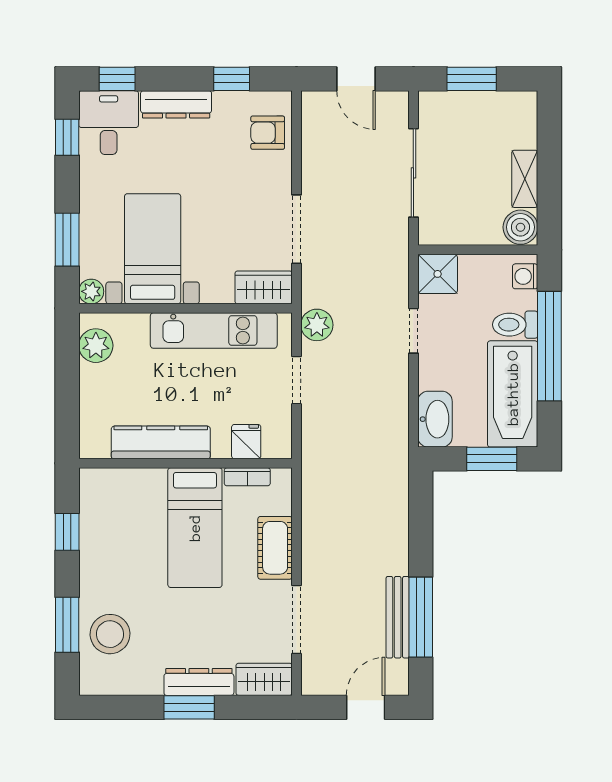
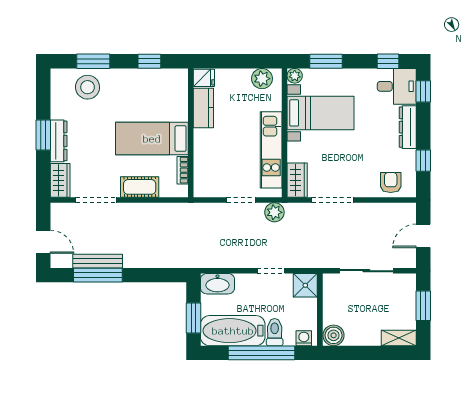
shelving: (525, 179) -> (399, 338), moved
kitchen counter: (161, 442) -> (203, 108), width x0.67
fridge: (246, 442) -> (204, 78), moved

